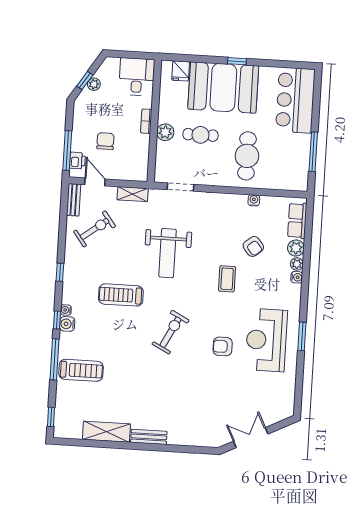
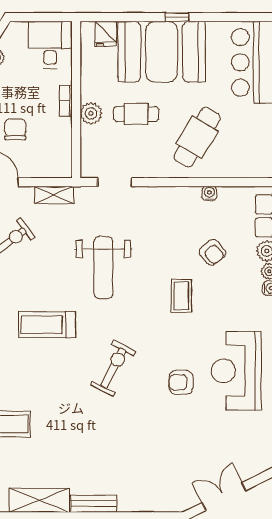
cafe table: (247, 156) -> (197, 137), turned 31

